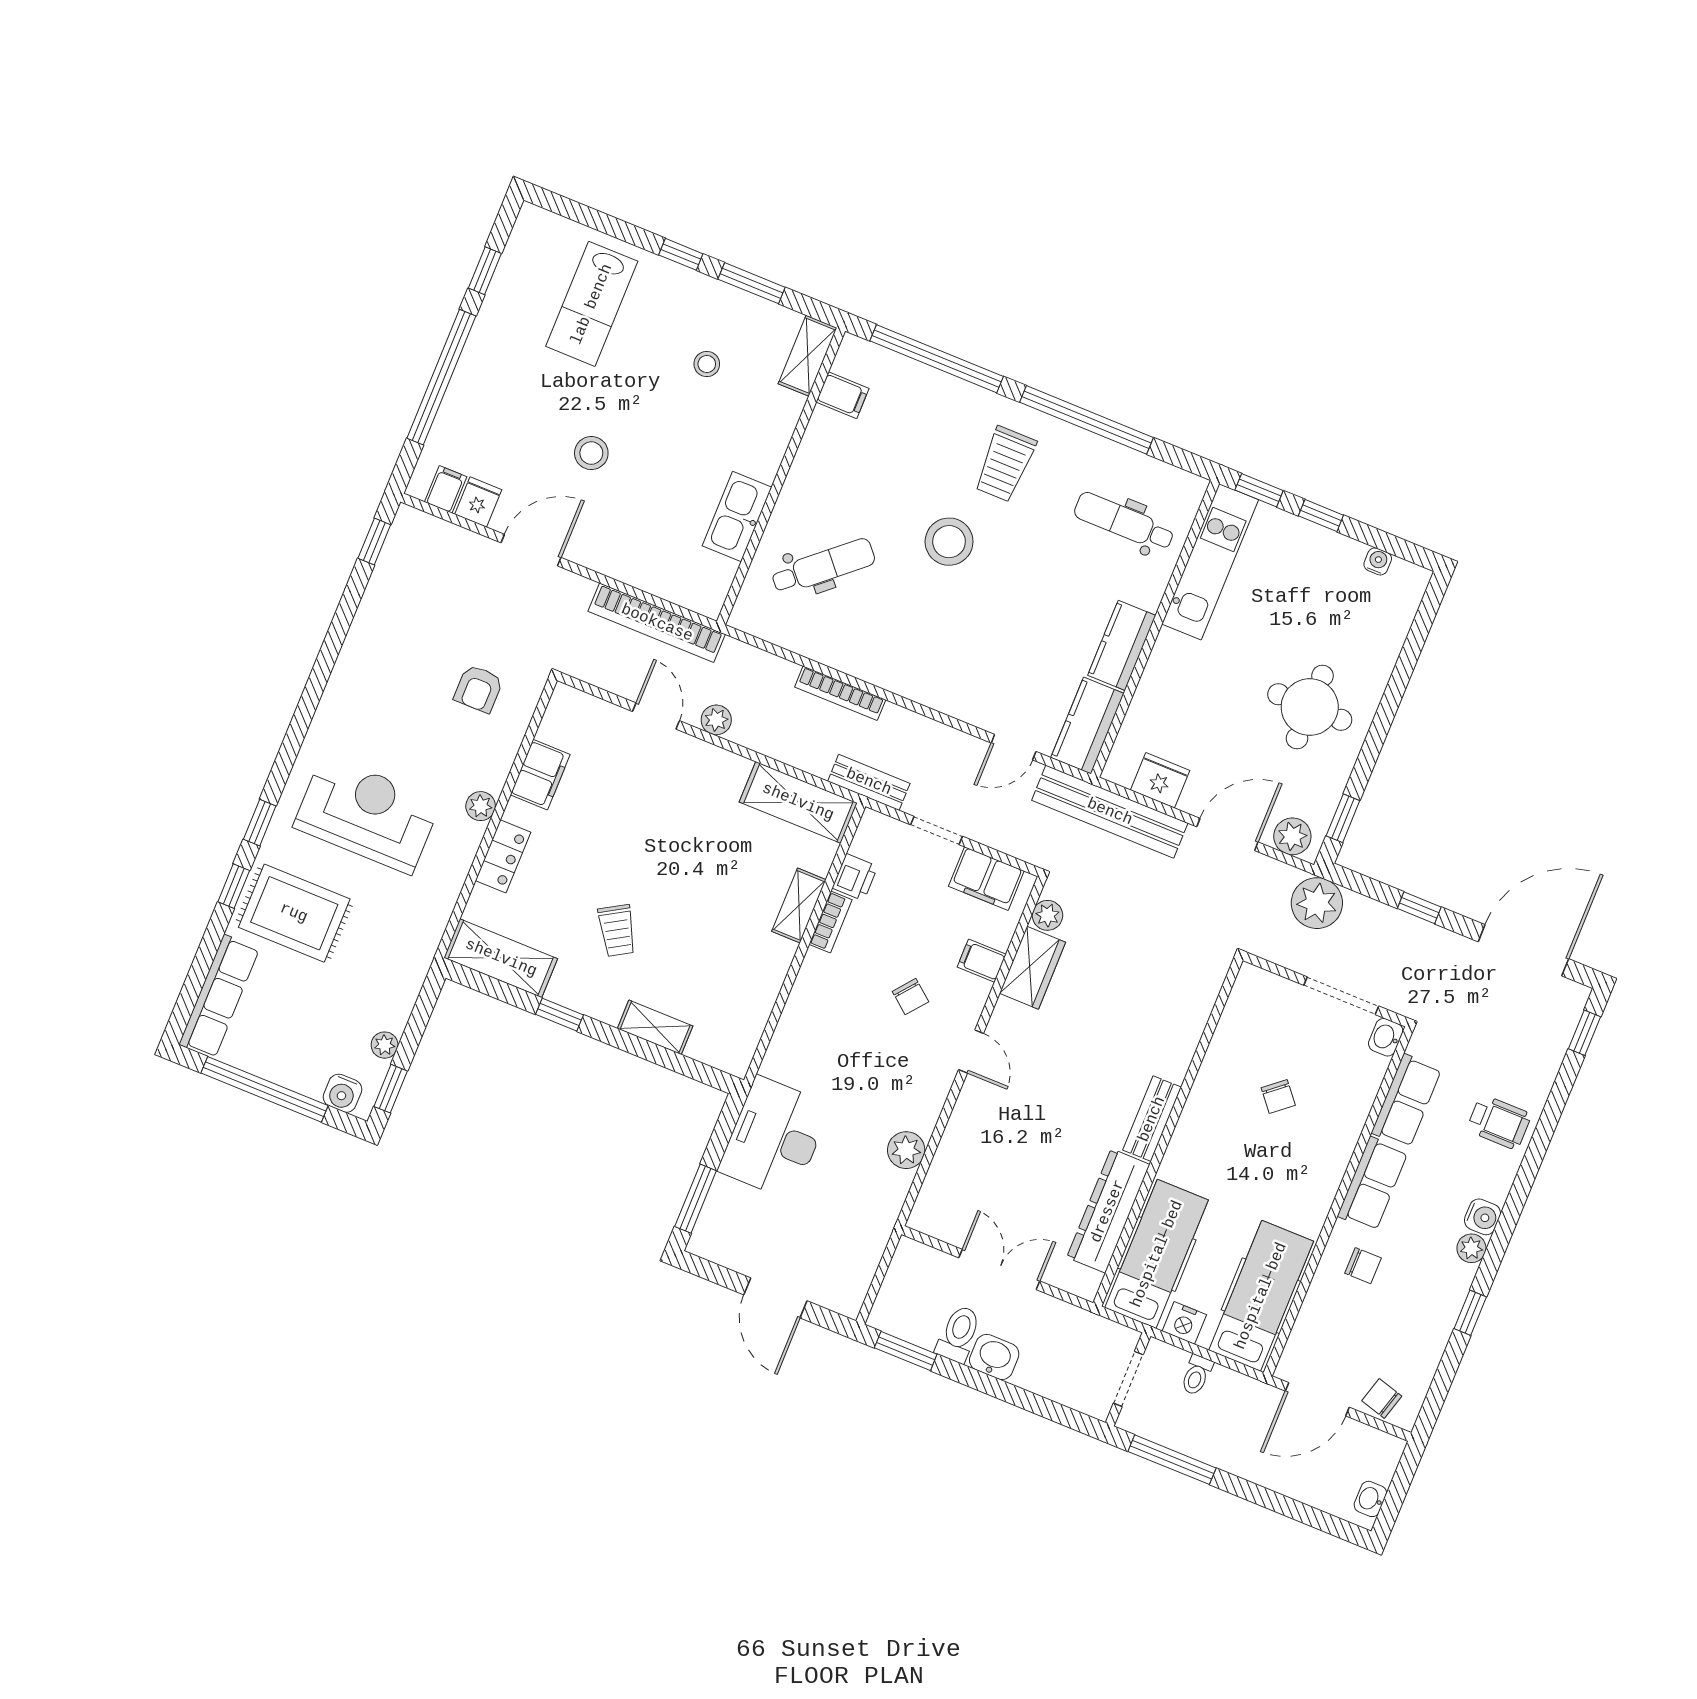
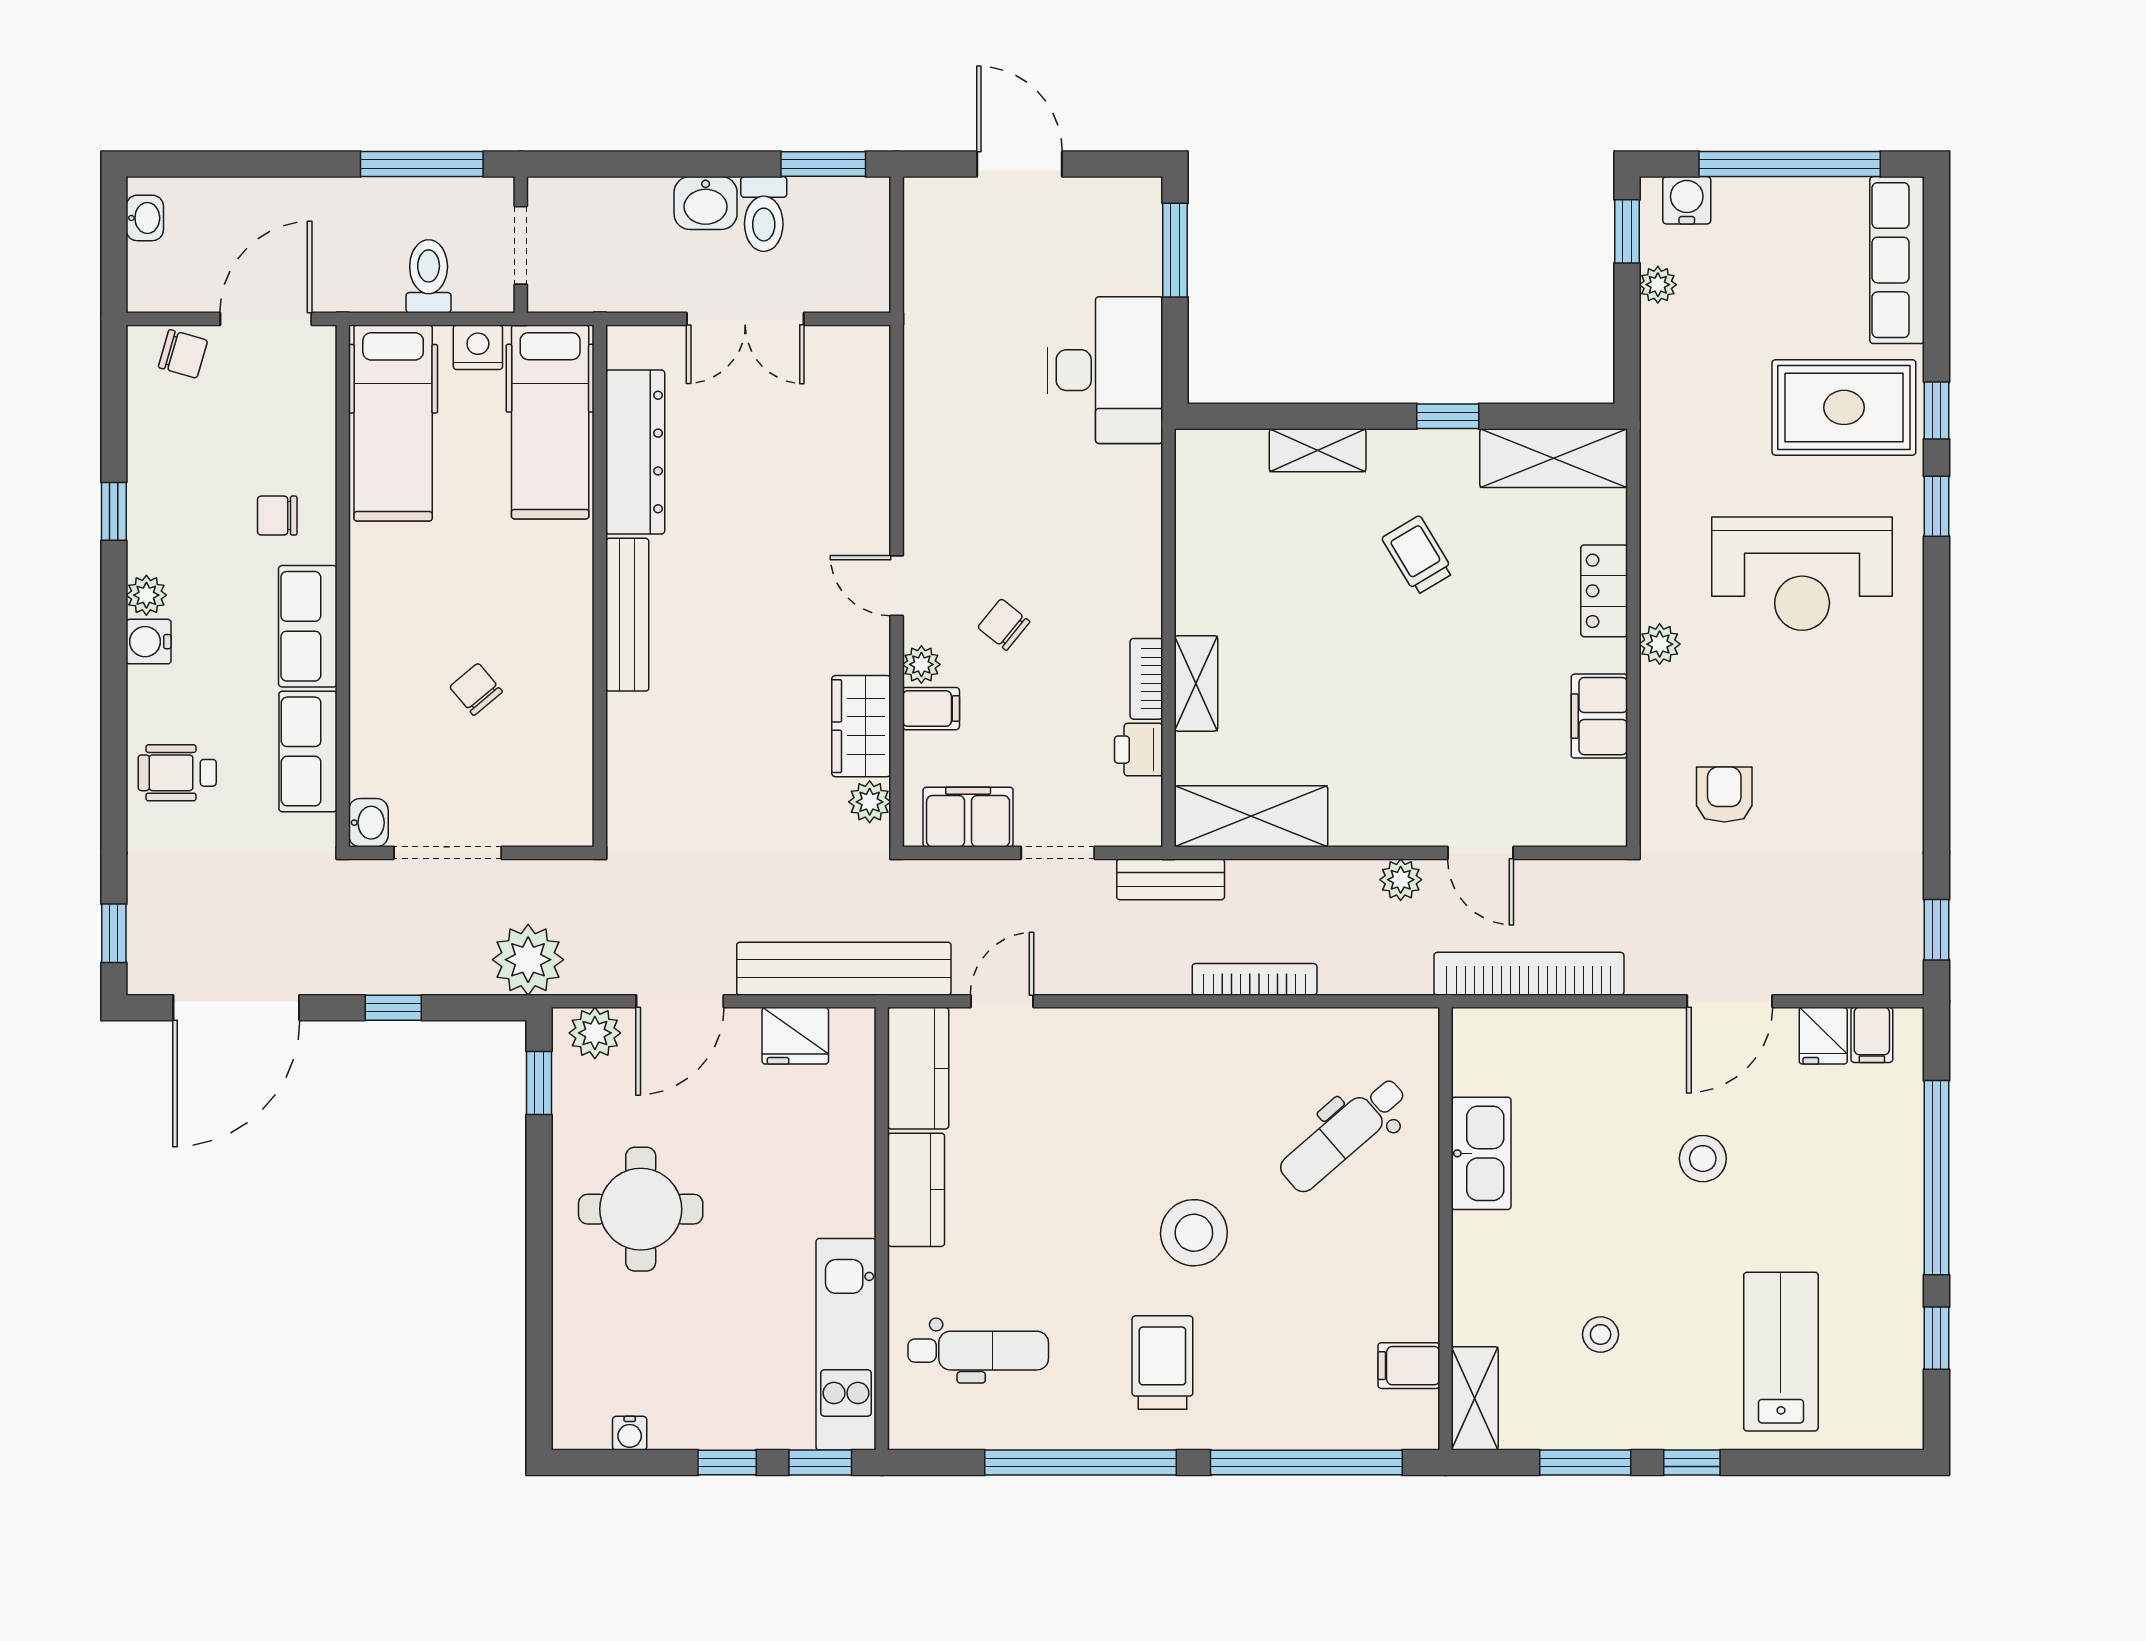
bench: (1152, 1119) -> (627, 615), width x1.36
plant: (906, 1150) -> (921, 664), moved, width x0.73, depth x0.73
toilet: (1197, 1375) -> (429, 276), width x1.37, depth x1.39

